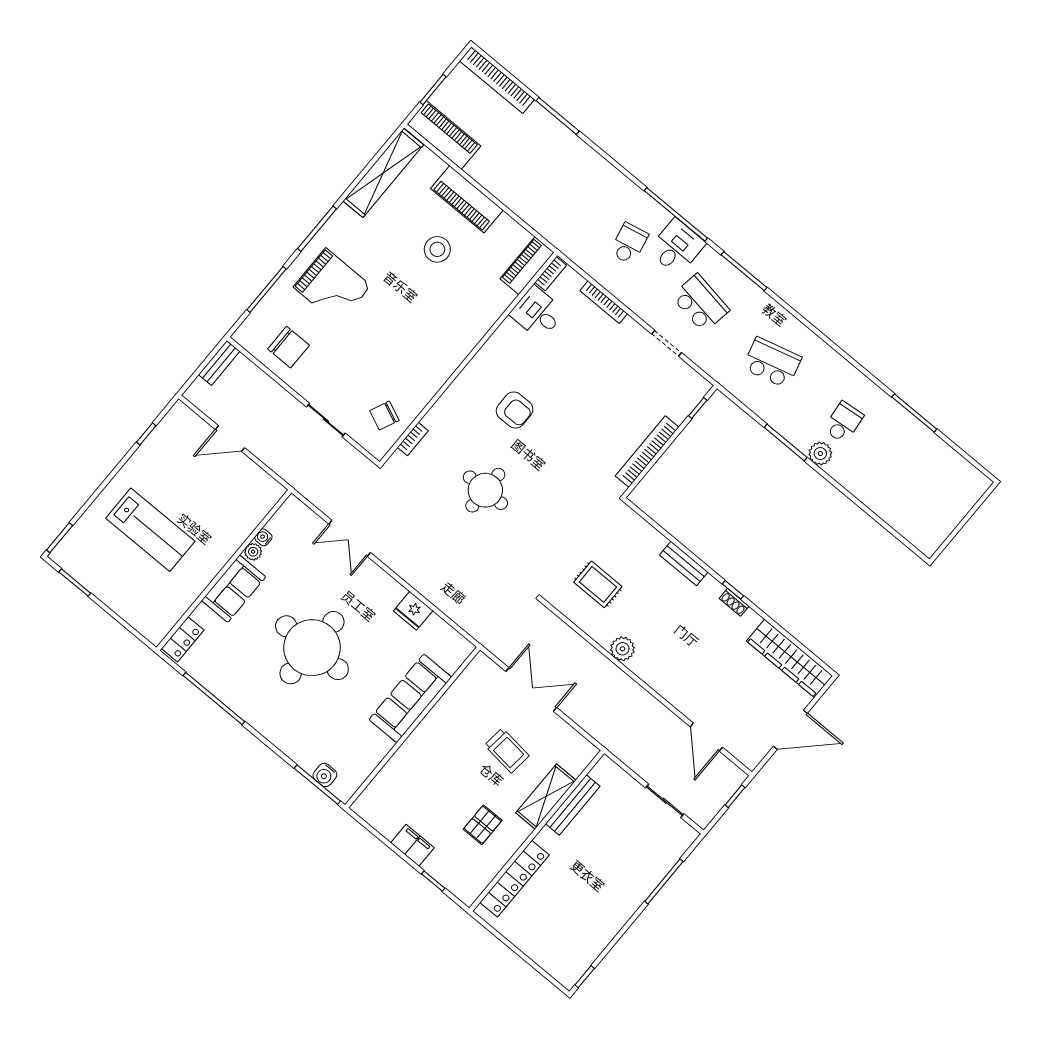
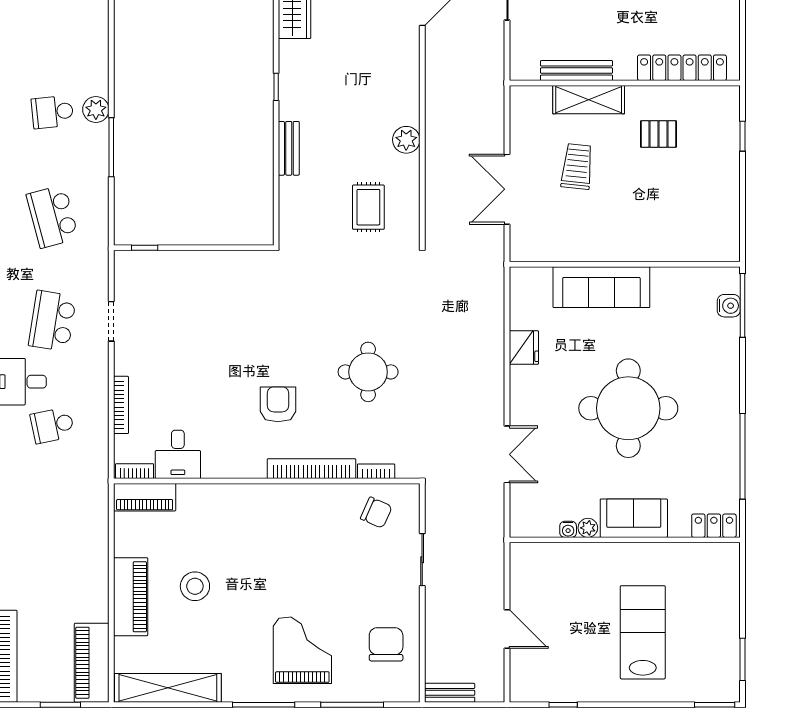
bookcase: (647, 452) -> (312, 469), moved, turned 180
shoe rack: (734, 602) -> (286, 77), removed
filing cabinet: (412, 845) -> (726, 180), removed

